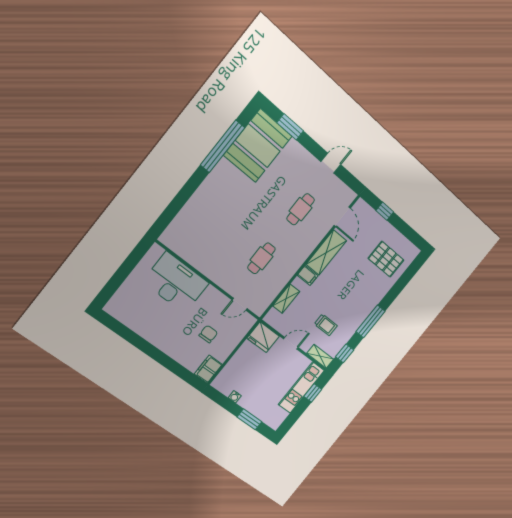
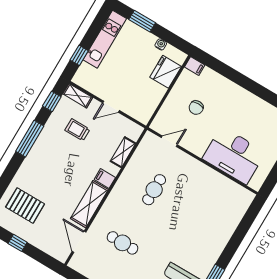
cafe table: (301, 209) -> (123, 243), turned 90
window: (385, 211) -> (18, 243), moved
fridge: (263, 337) -> (166, 72), moved, turned -90
filing cabinet: (208, 369) -> (195, 66), width x0.50
kitchen unit: (301, 388) -> (105, 39), moved

